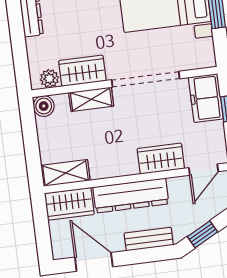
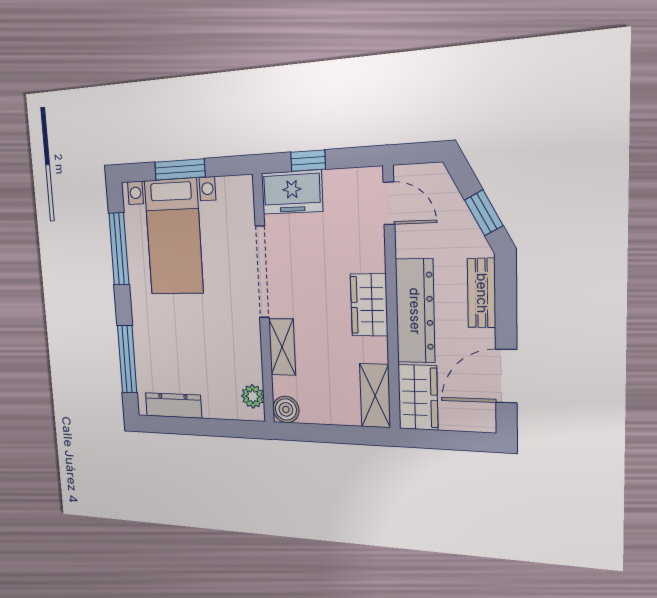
wardrobe: (82, 71) -> (246, 353), removed
wardrobe: (161, 159) -> (369, 305), moved

